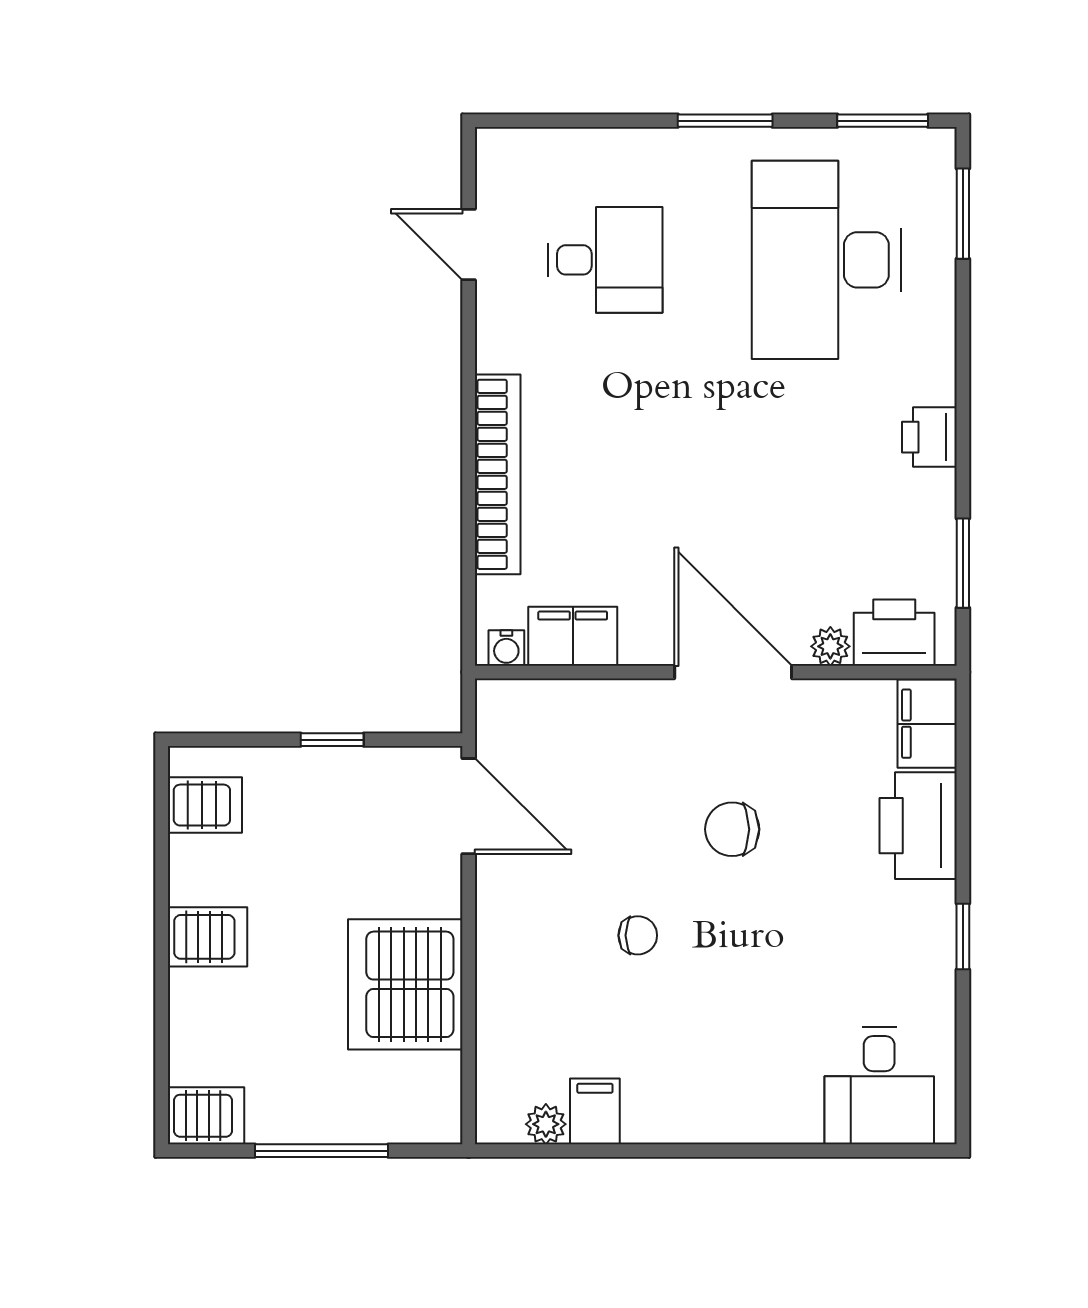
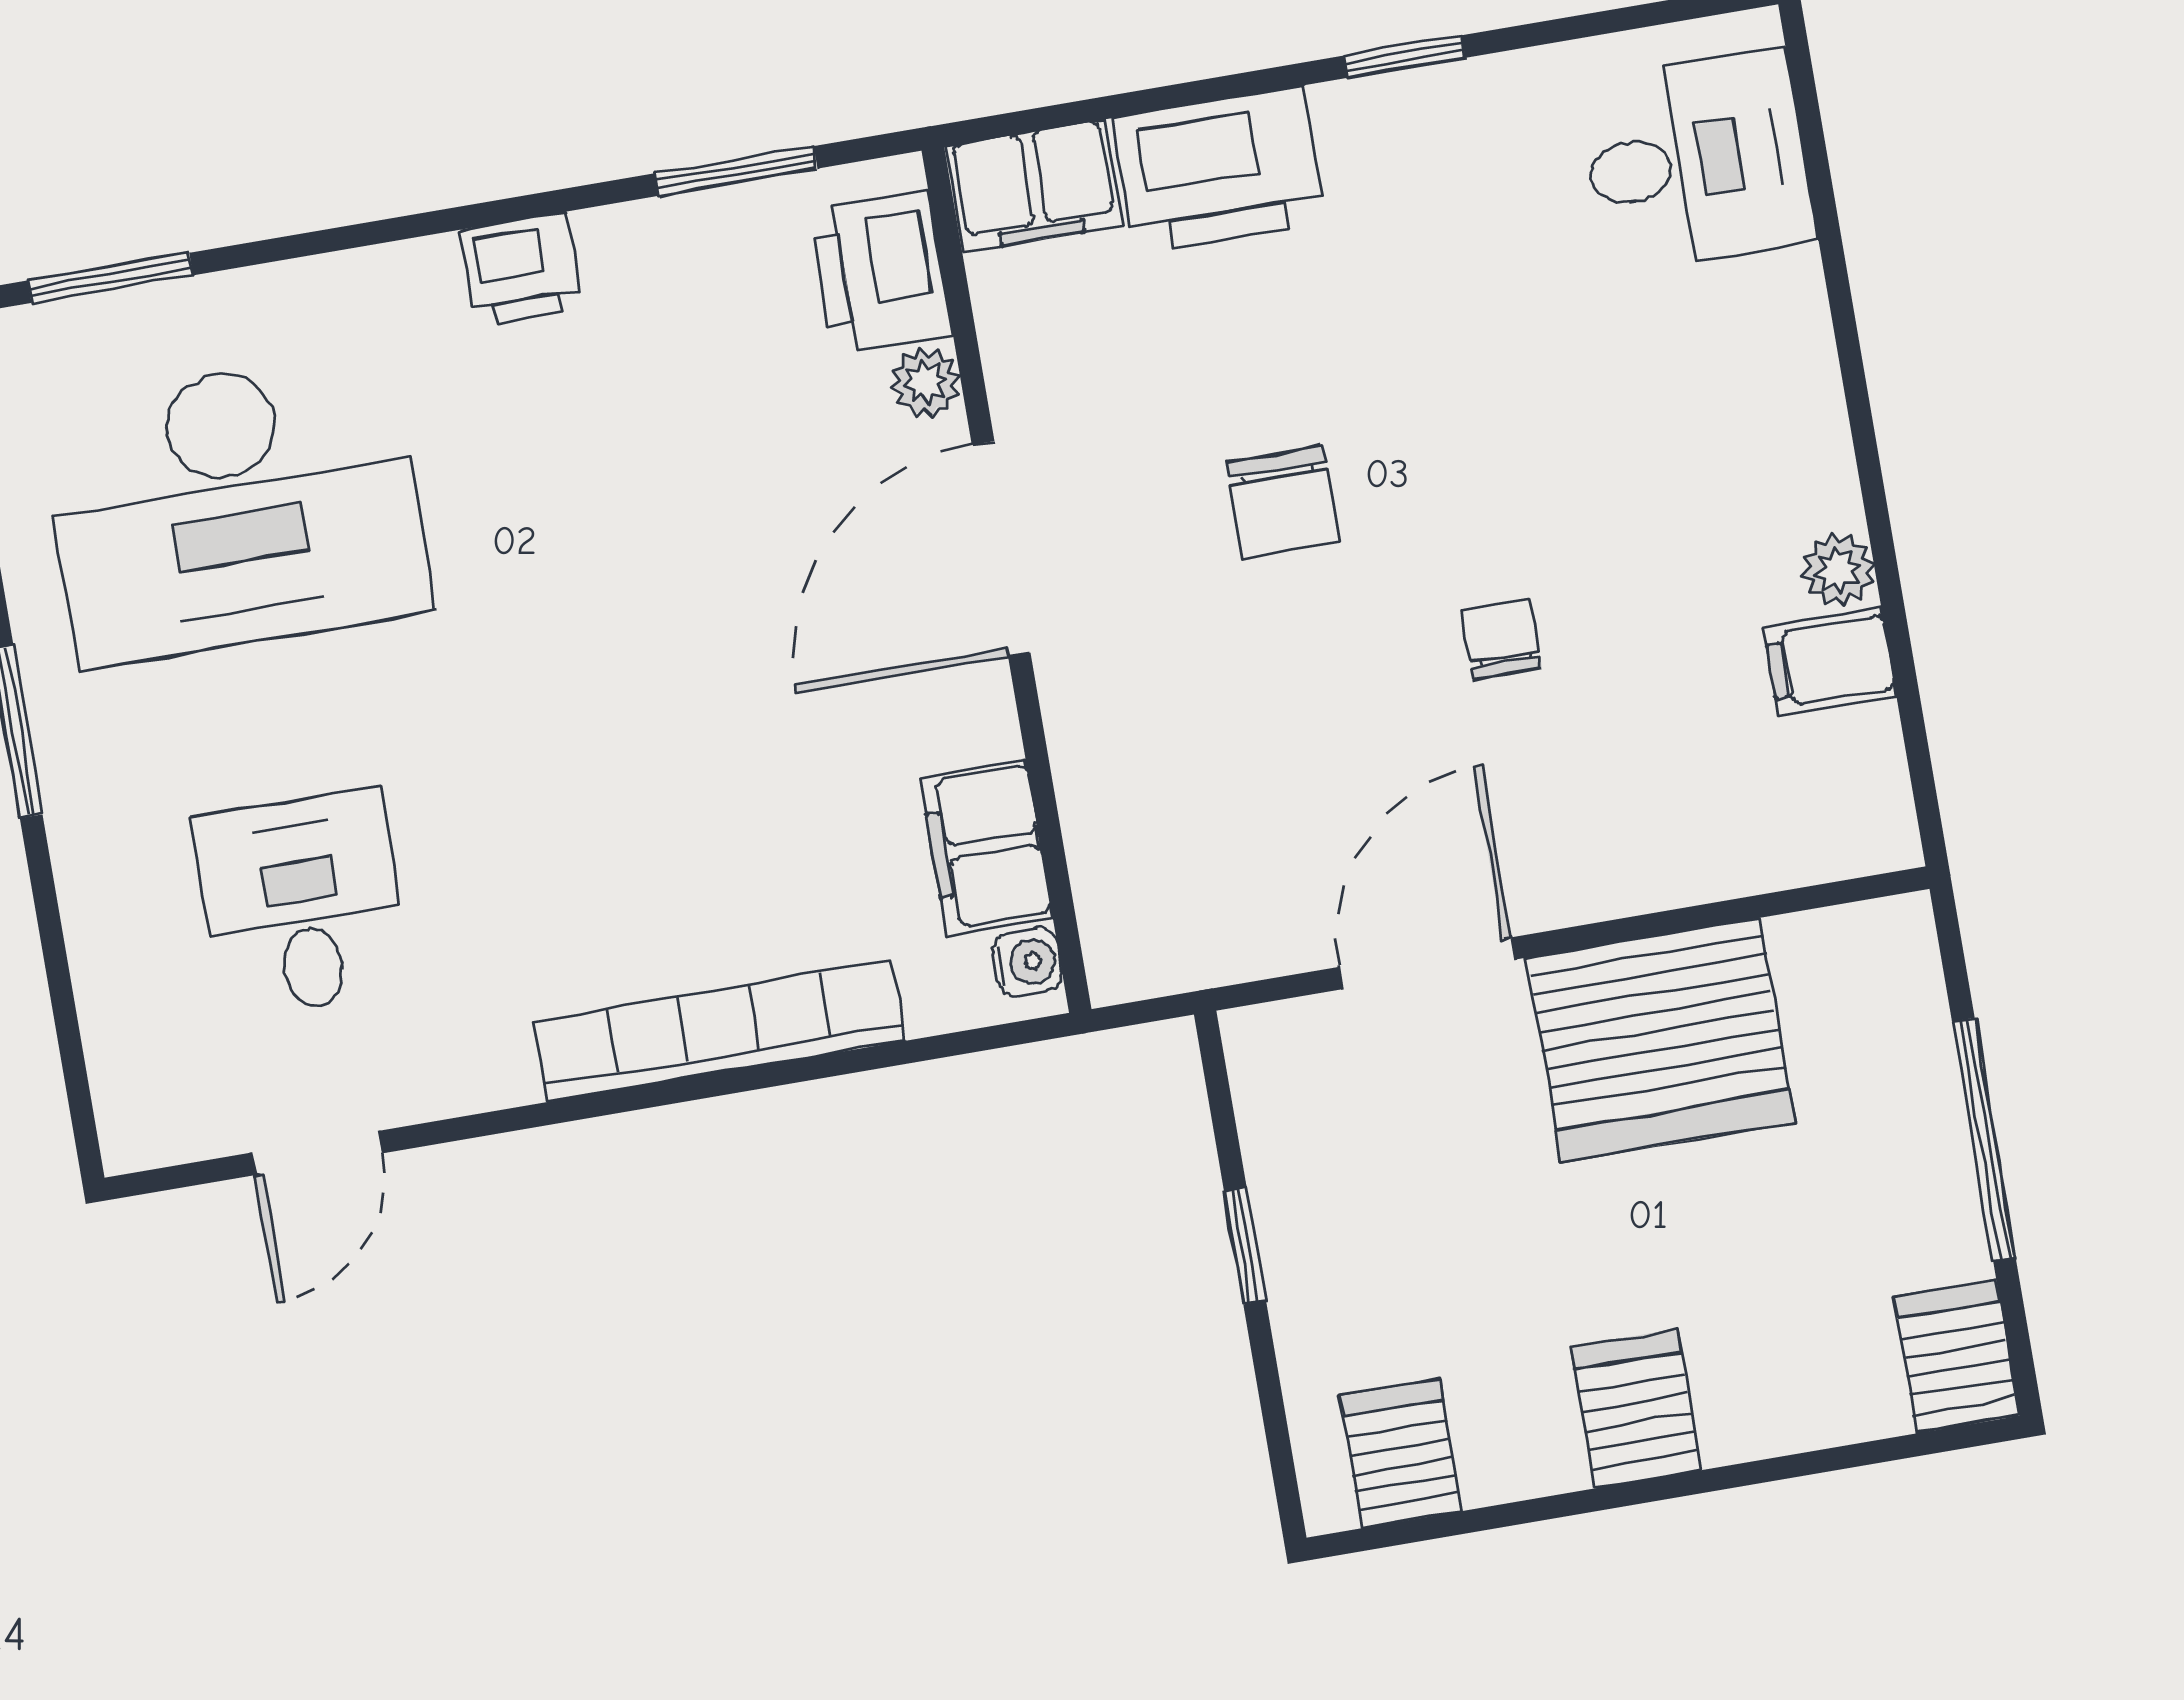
door: (469, 806) -> (1427, 963), moved
plant: (546, 1124) -> (1838, 570), moved

